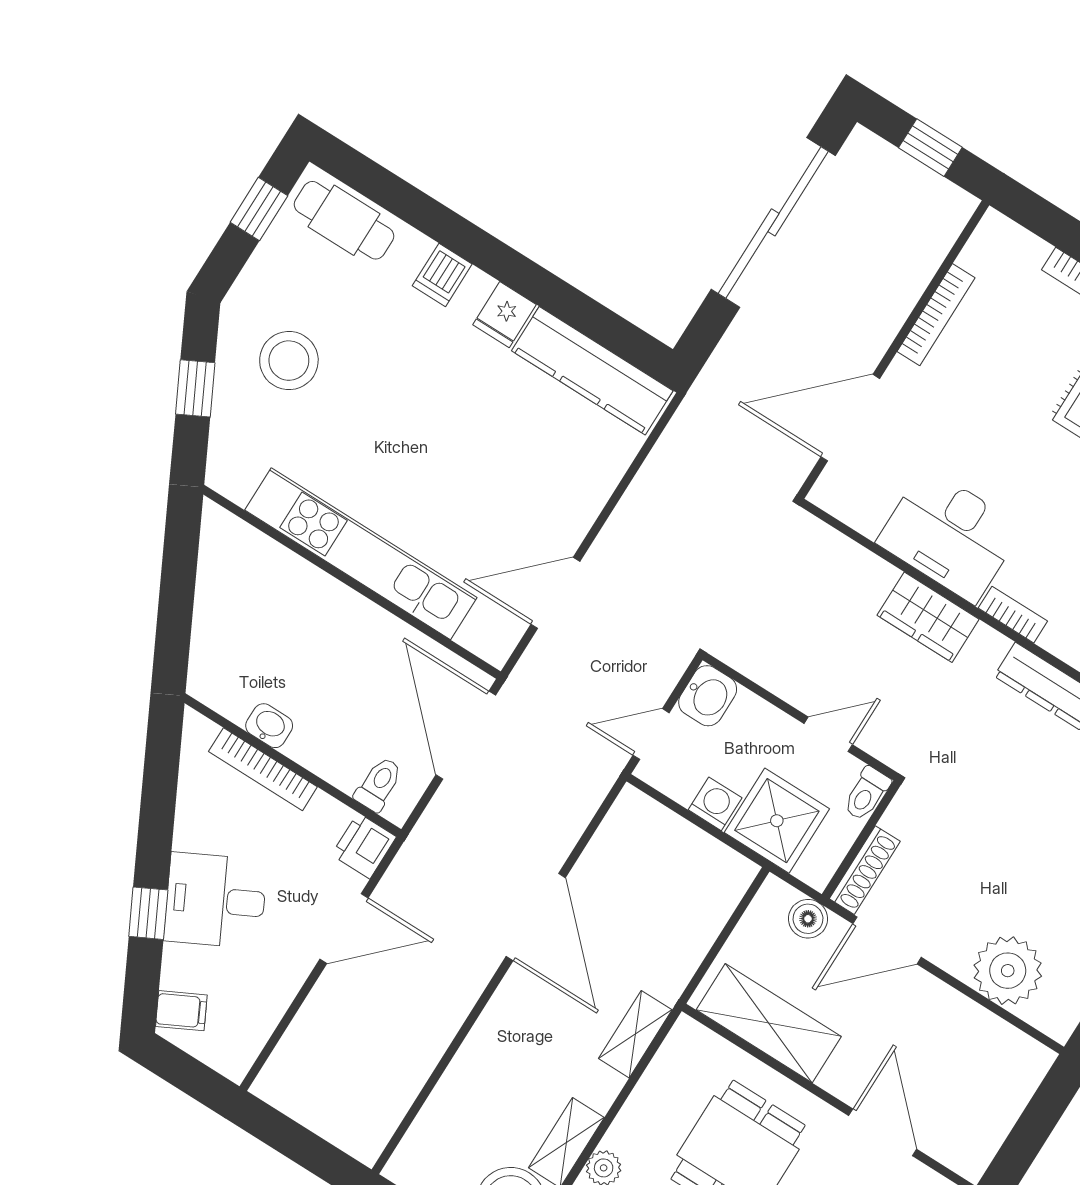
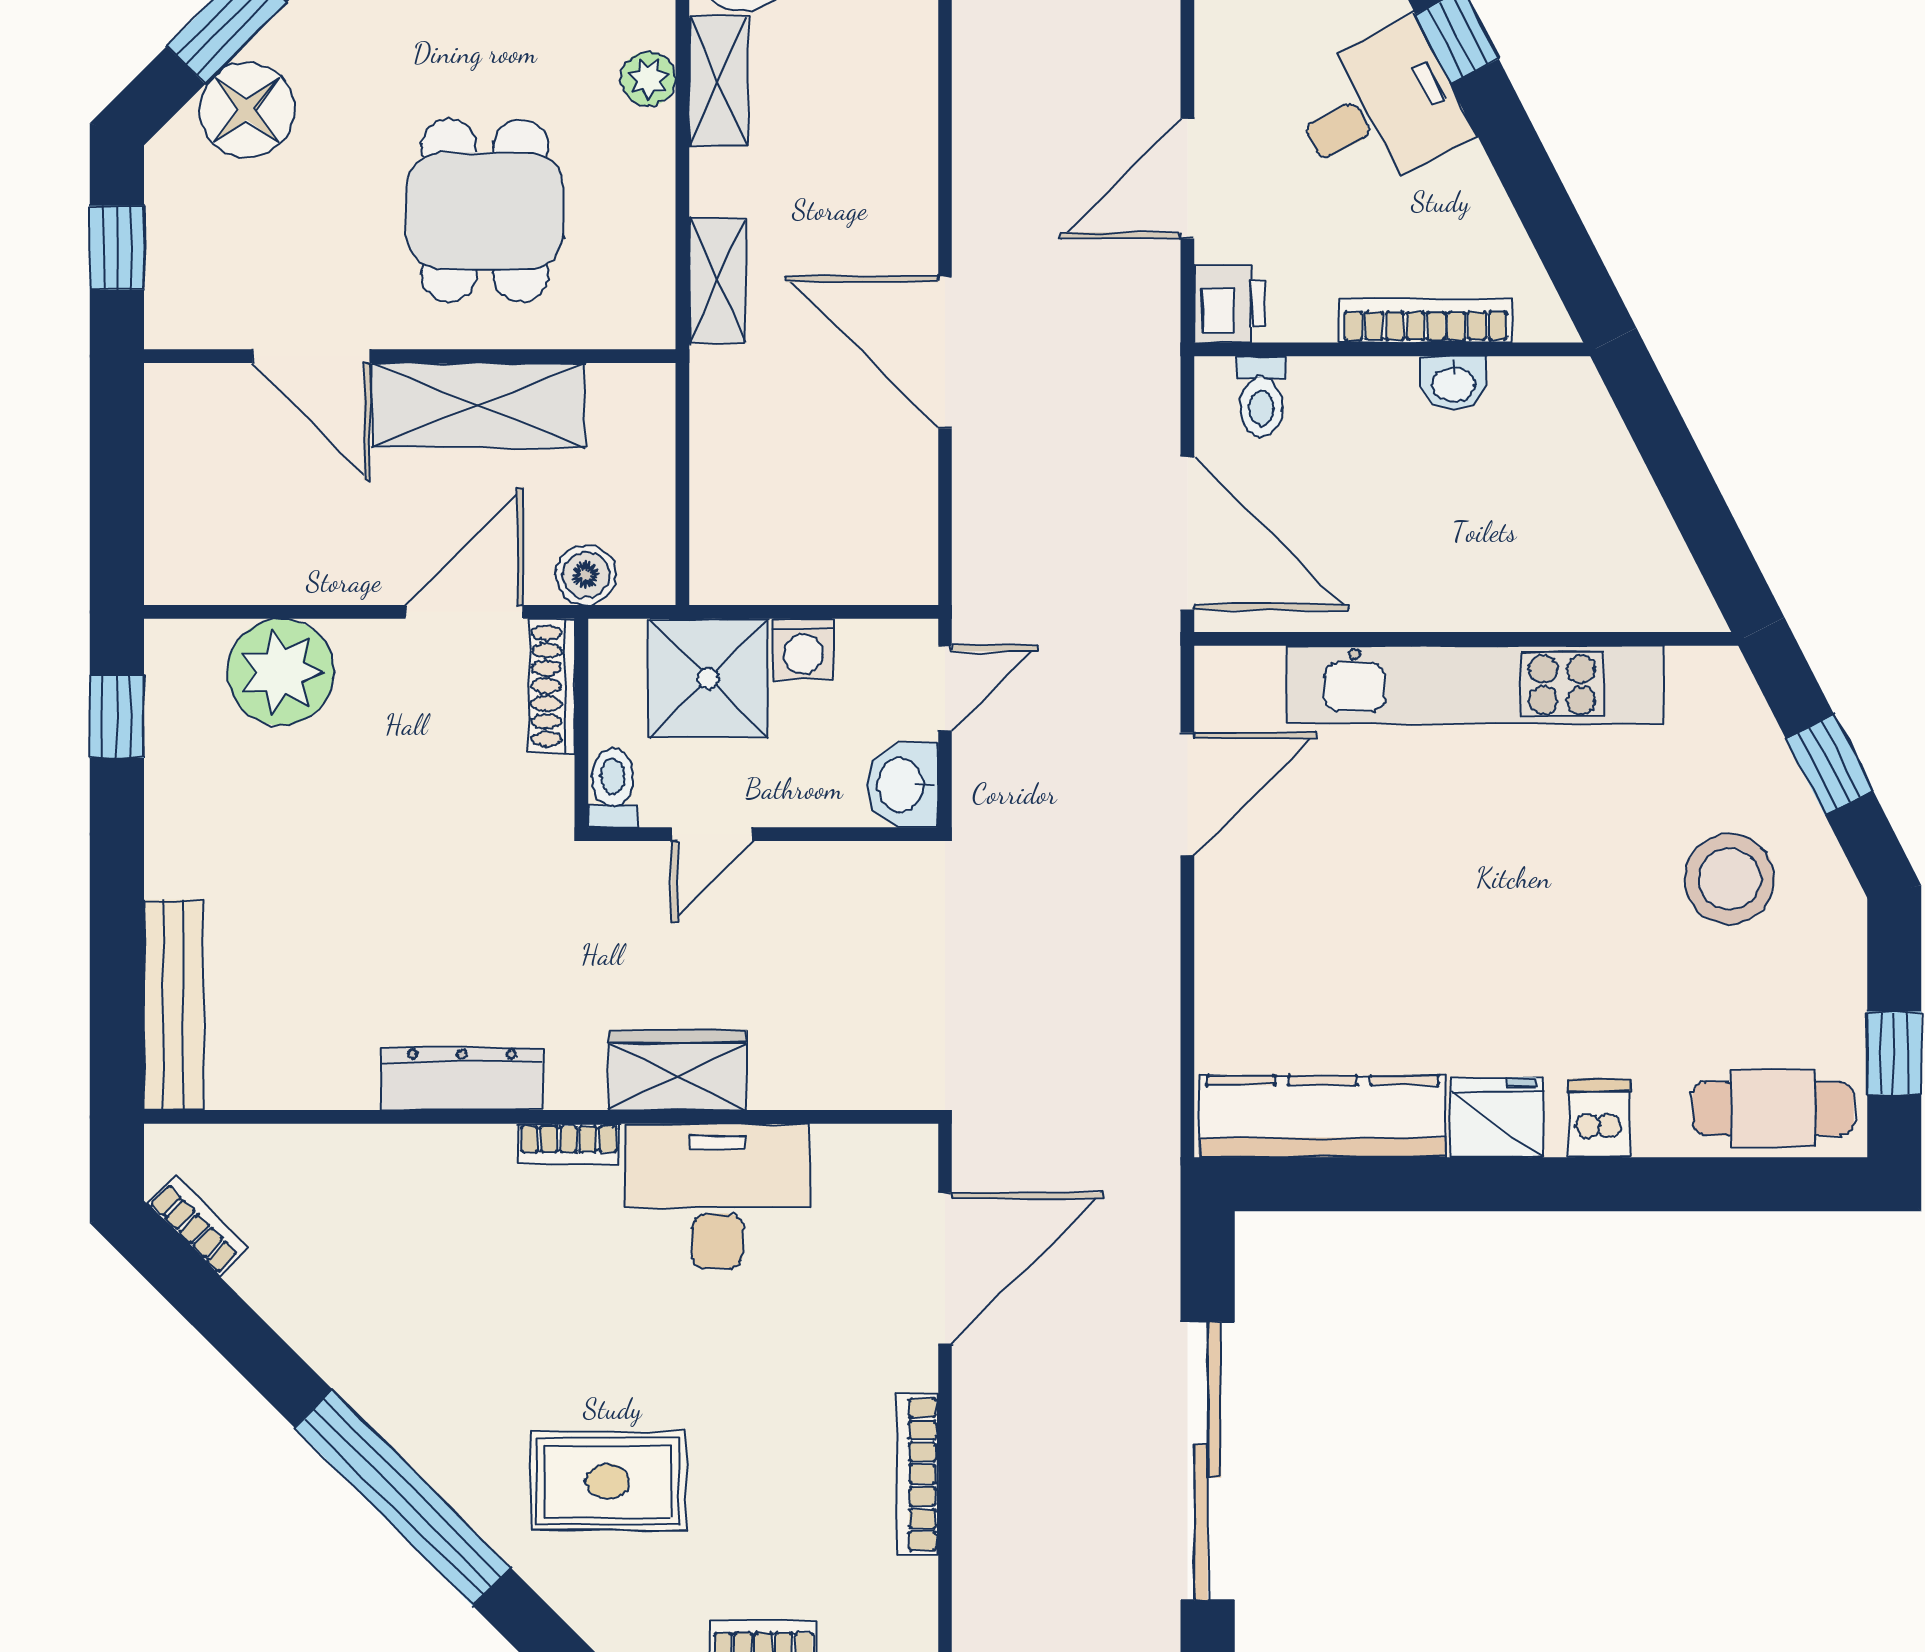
fridge: (505, 315) -> (1497, 1117), width x1.38
shelving: (769, 1023) -> (479, 405), moved

